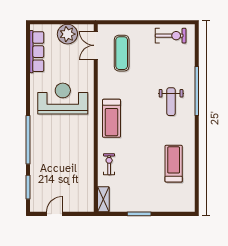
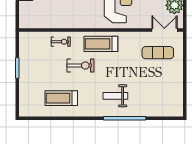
exercise bike: (171, 36) -> (81, 65), moved, turned -90
treadmill: (174, 164) -> (61, 98), turned 180
shelving: (103, 199) -> (30, 37), removed

